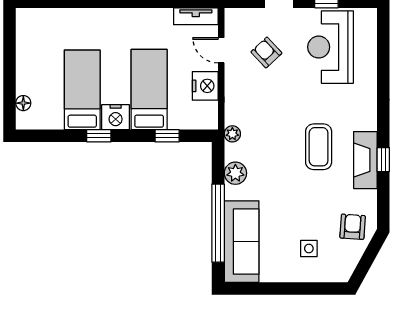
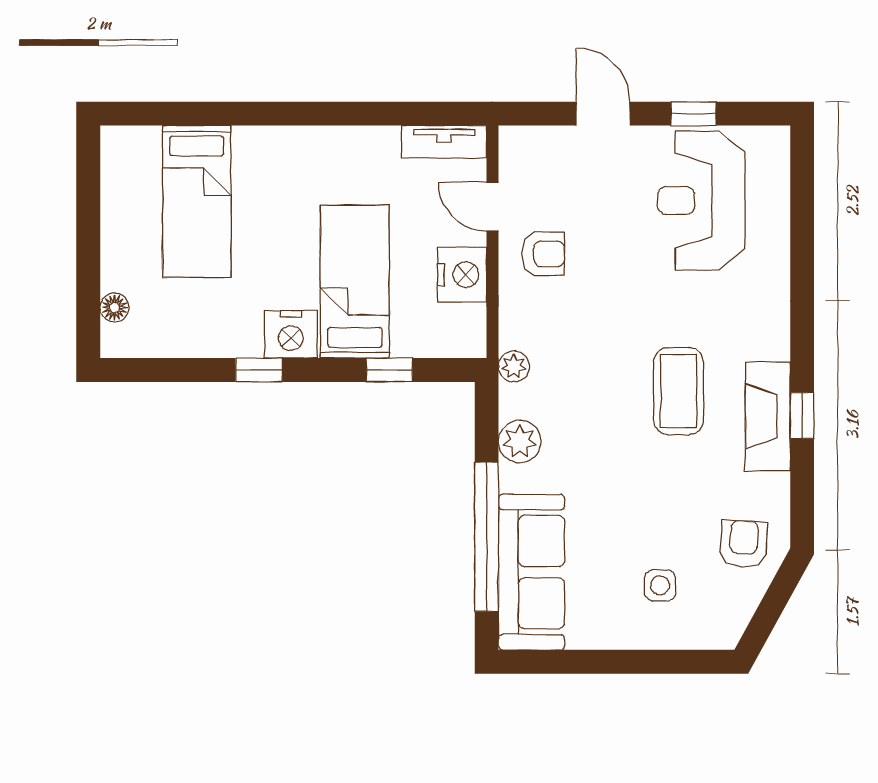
armchair: (266, 52) -> (543, 254), moved, turned 133
bed: (82, 90) -> (197, 201), moved, turned 180

